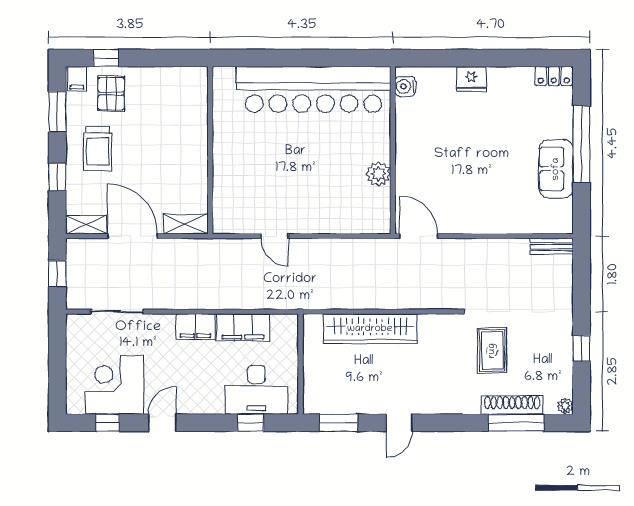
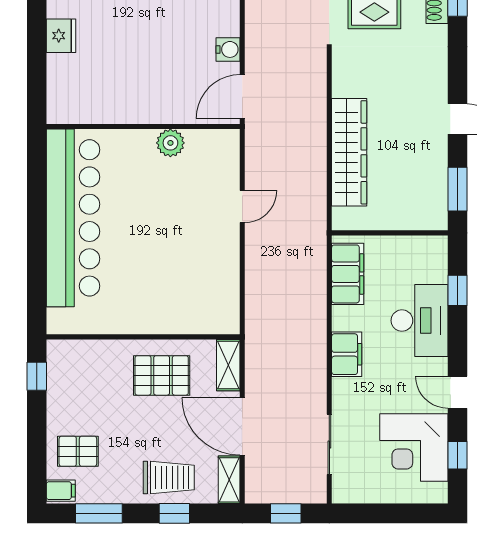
window: (106, 58) -> (37, 376), moved
water cooler: (405, 86) -> (228, 49), moved, turned -90
trolley: (98, 149) -> (169, 478), moved
pallet: (177, 166) -> (162, 375), added
door: (133, 236) -> (242, 426), hinge flipped
door: (275, 236) -> (242, 207), moved
filing cabinet: (243, 328) -> (348, 274), moved
desk: (256, 390) -> (419, 321), moved

